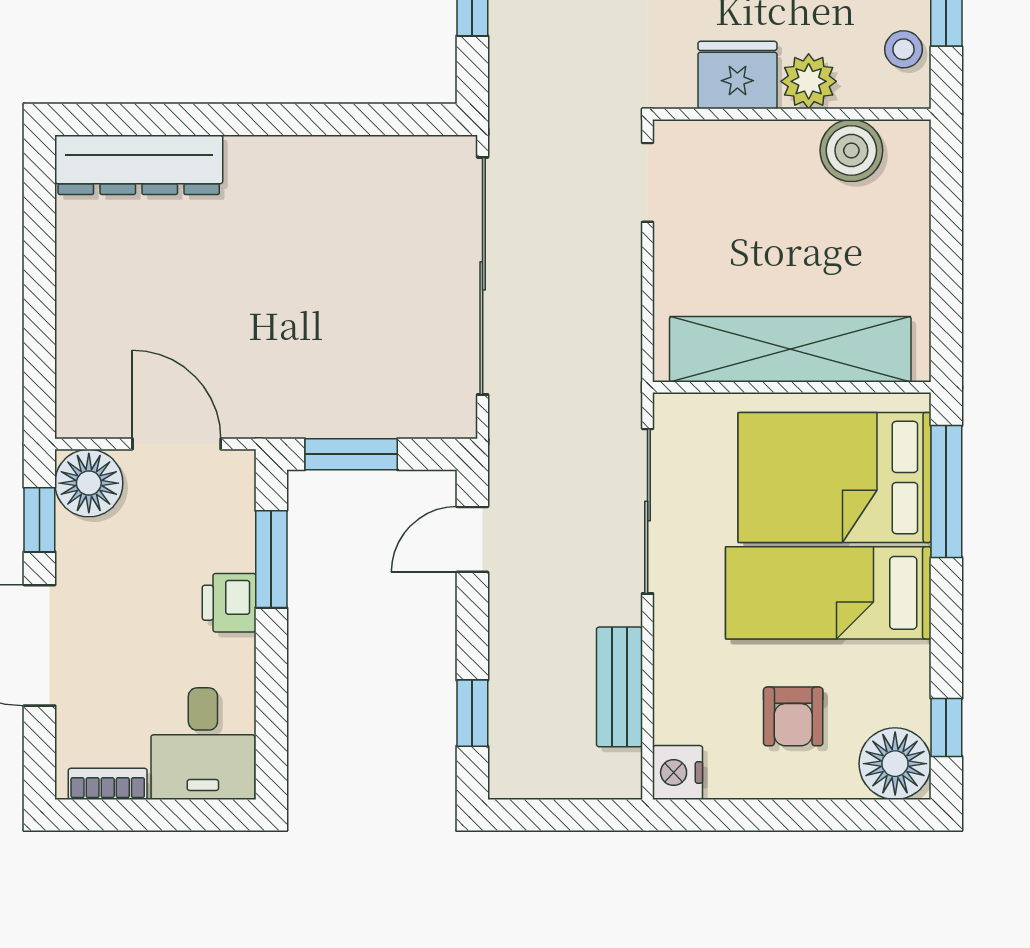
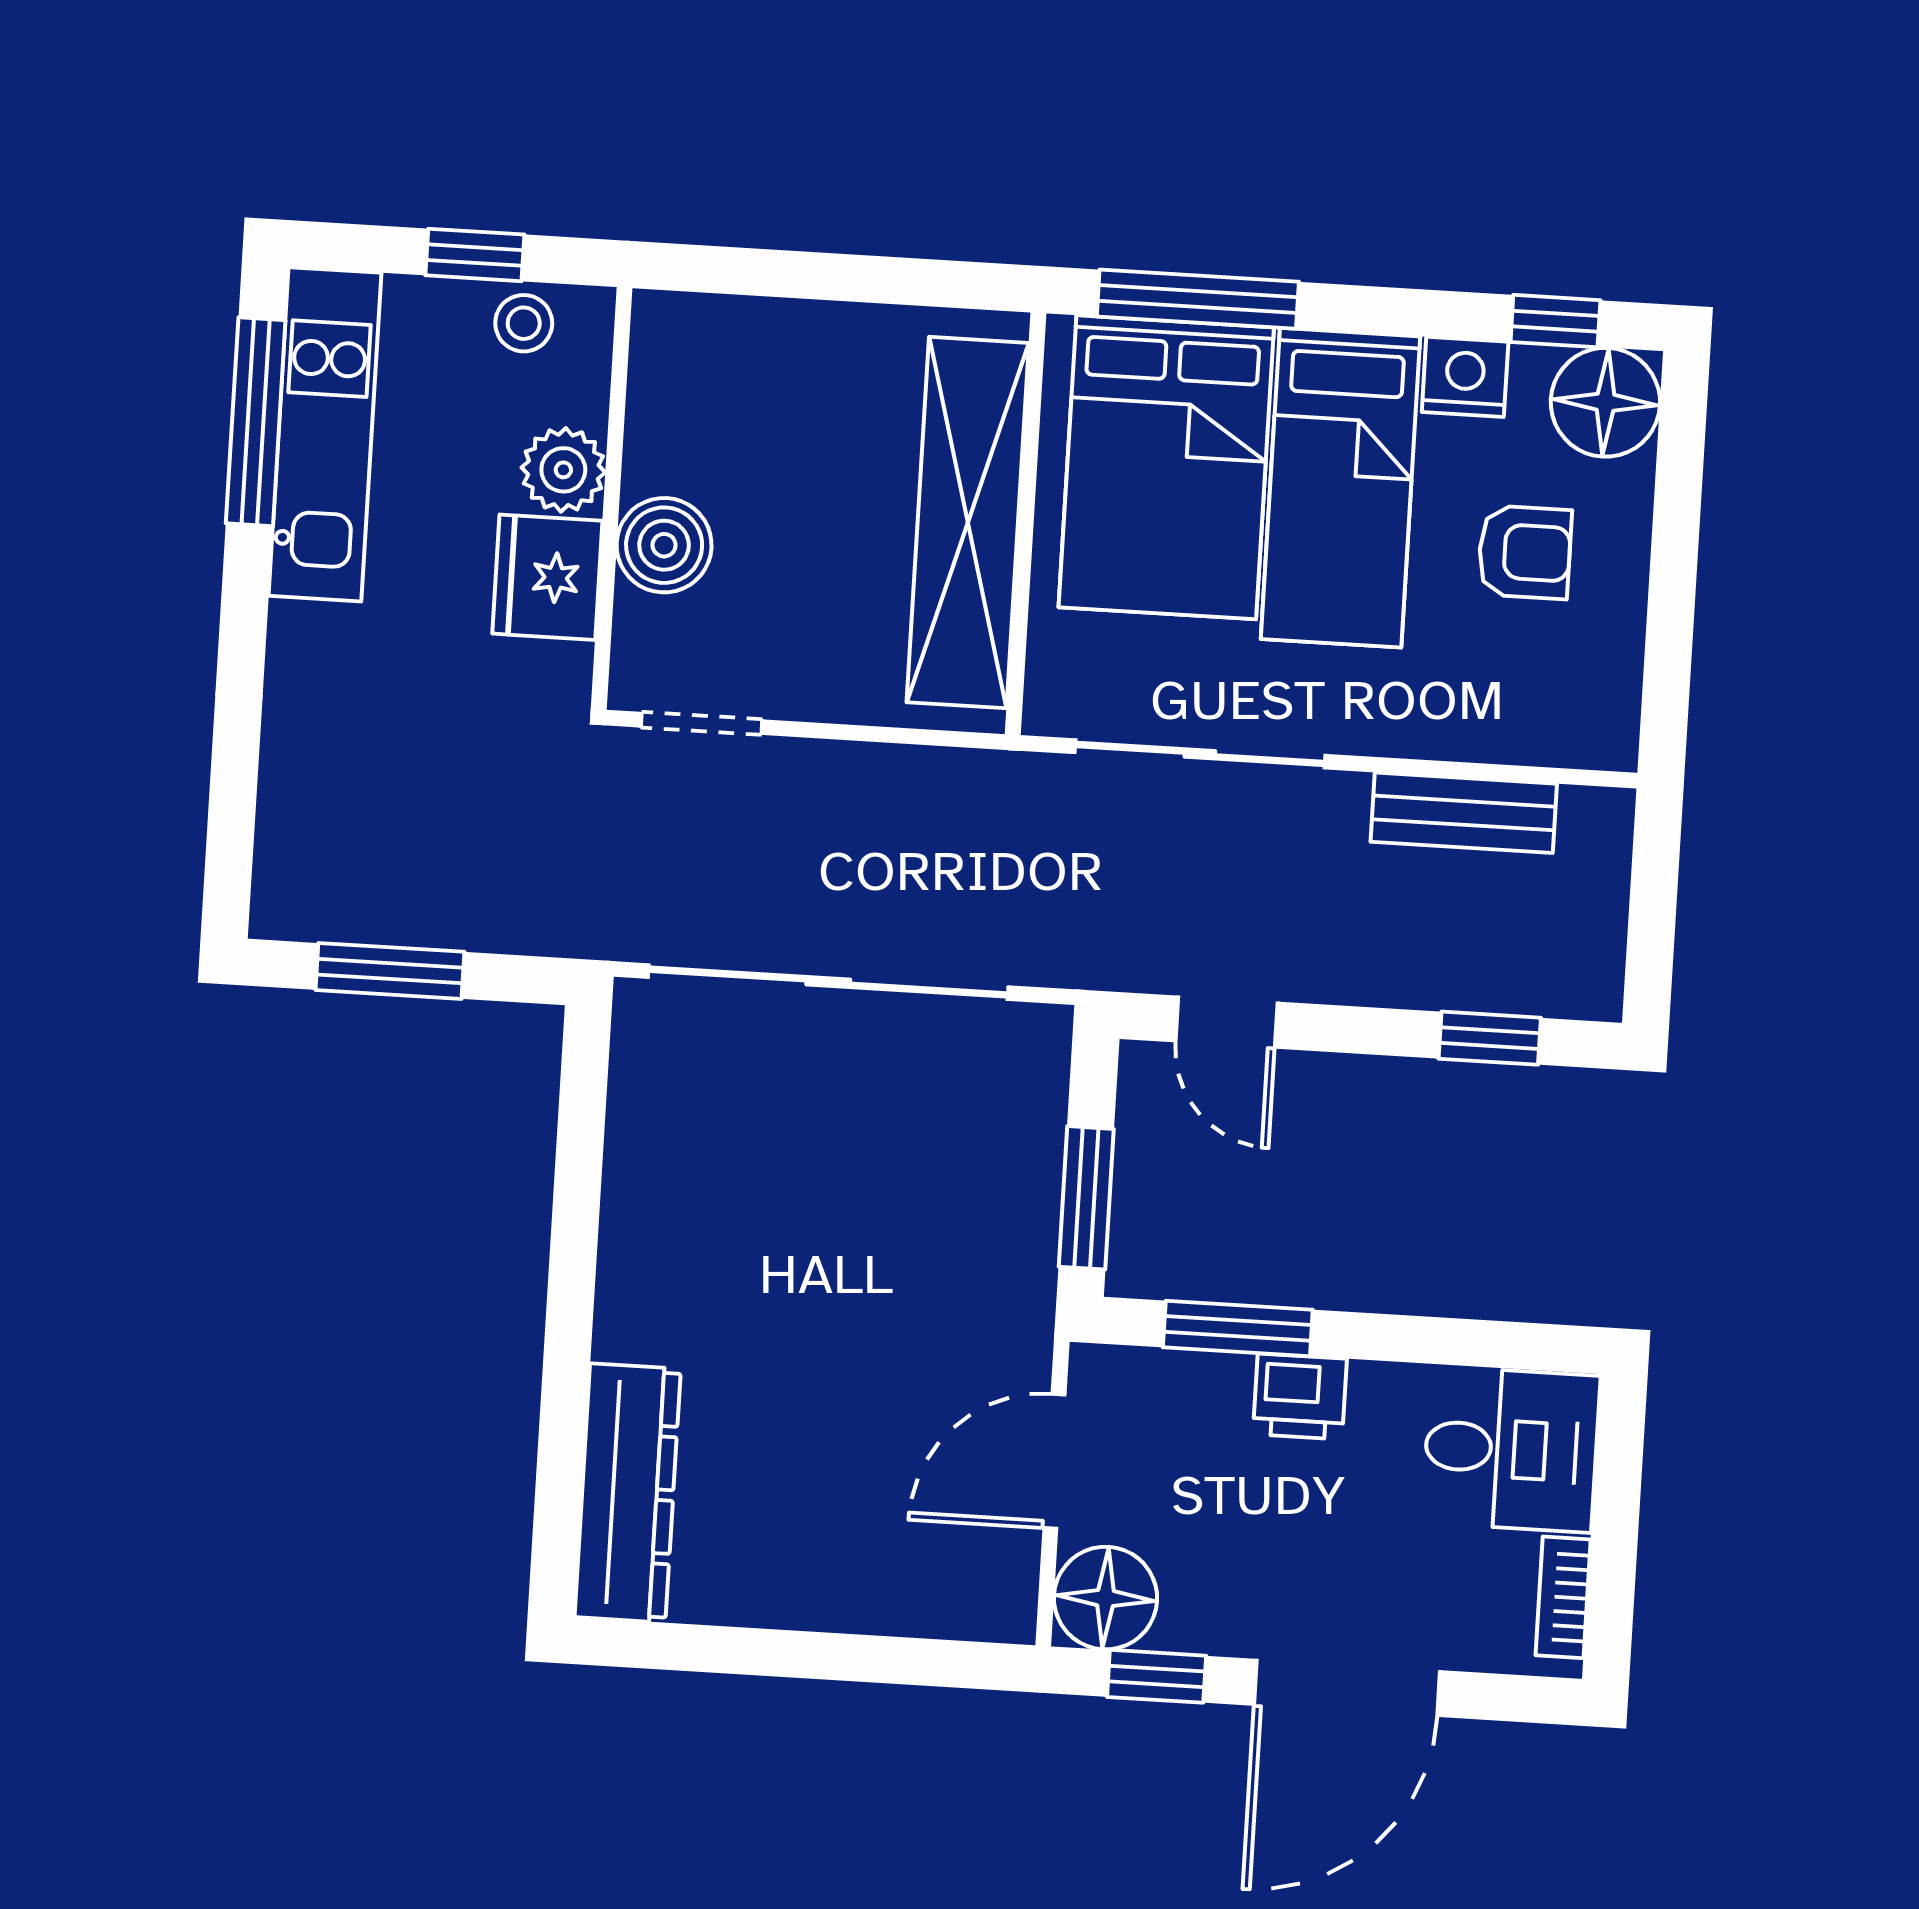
boiler: (851, 150) -> (664, 545), moved
nightstand: (678, 773) -> (1465, 377), moved, turned 180

